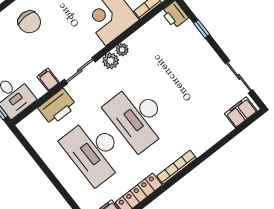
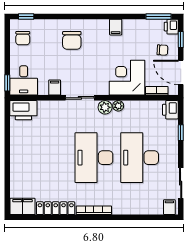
printer: (57, 107) -> (23, 110), moved
filing cabinet: (241, 112) -> (169, 207), width x0.50
desk: (94, 151) -> (140, 158), moved

